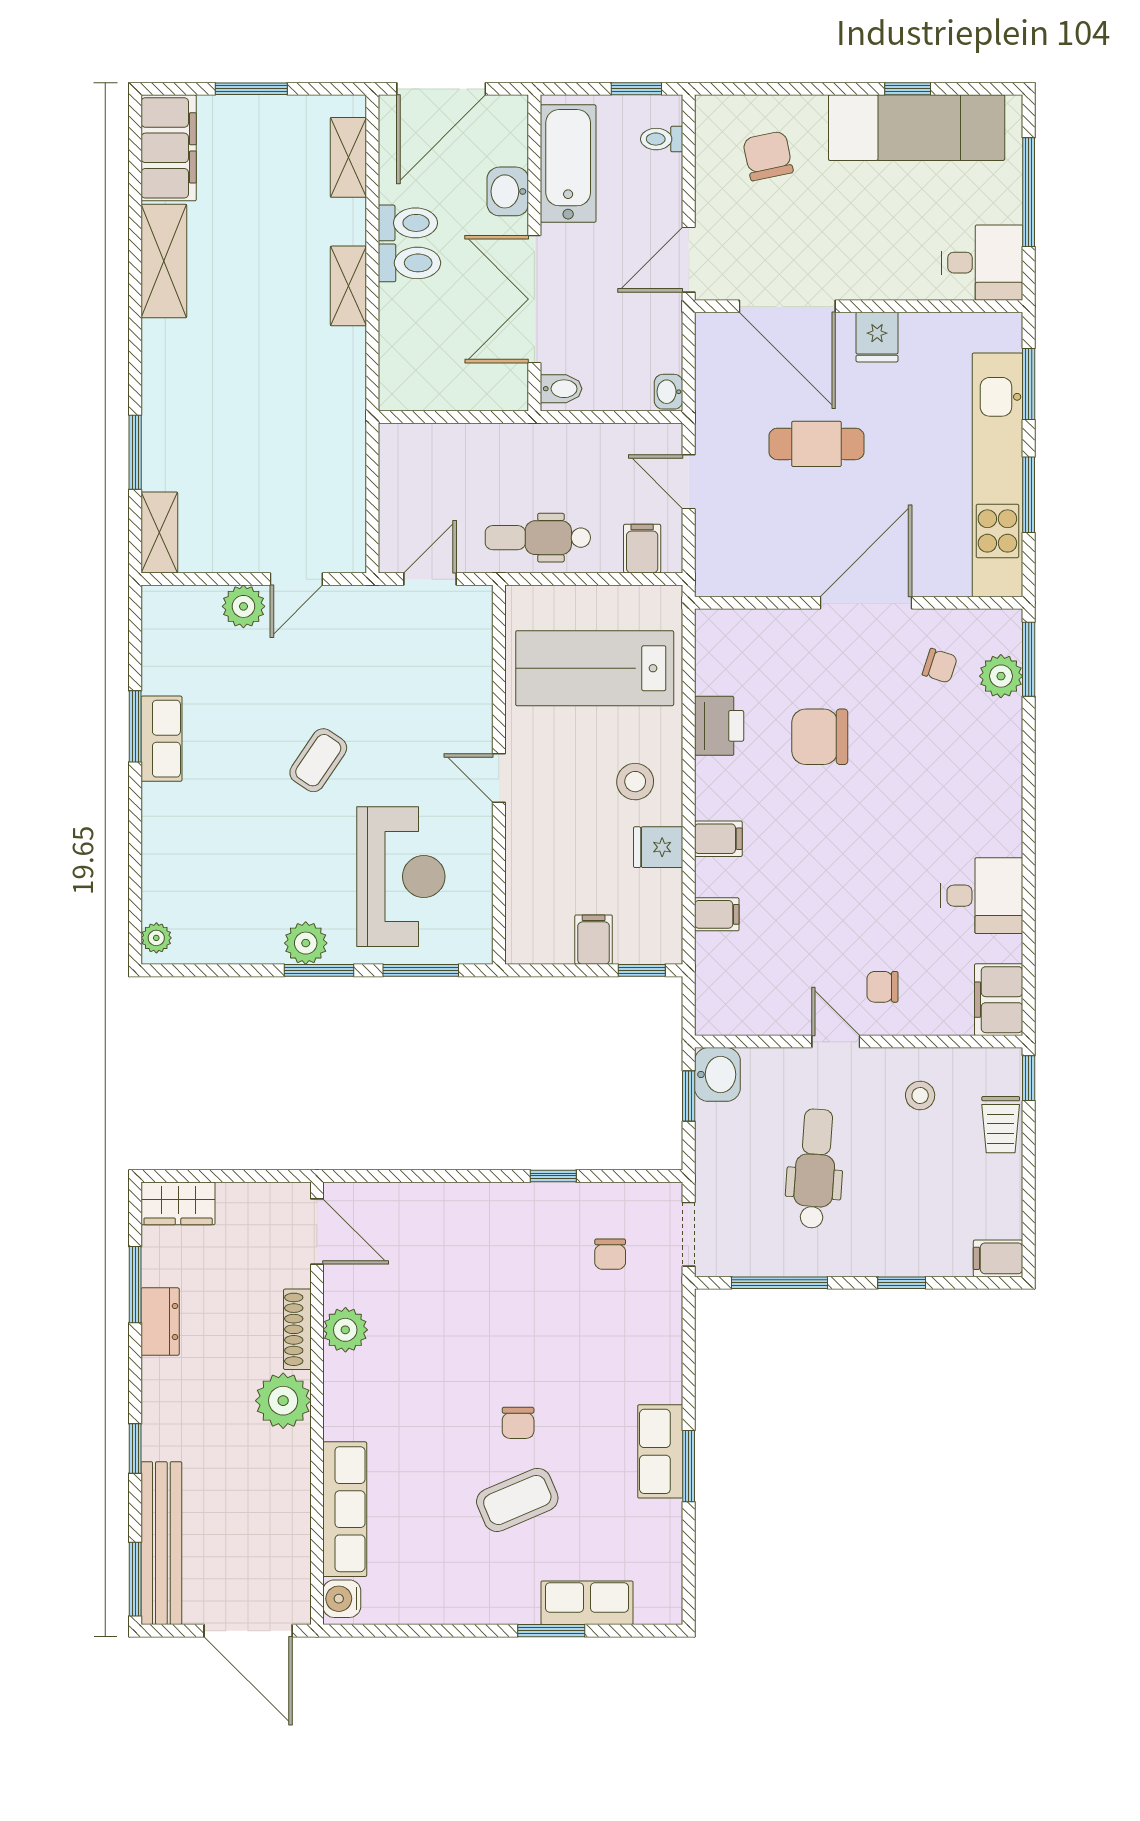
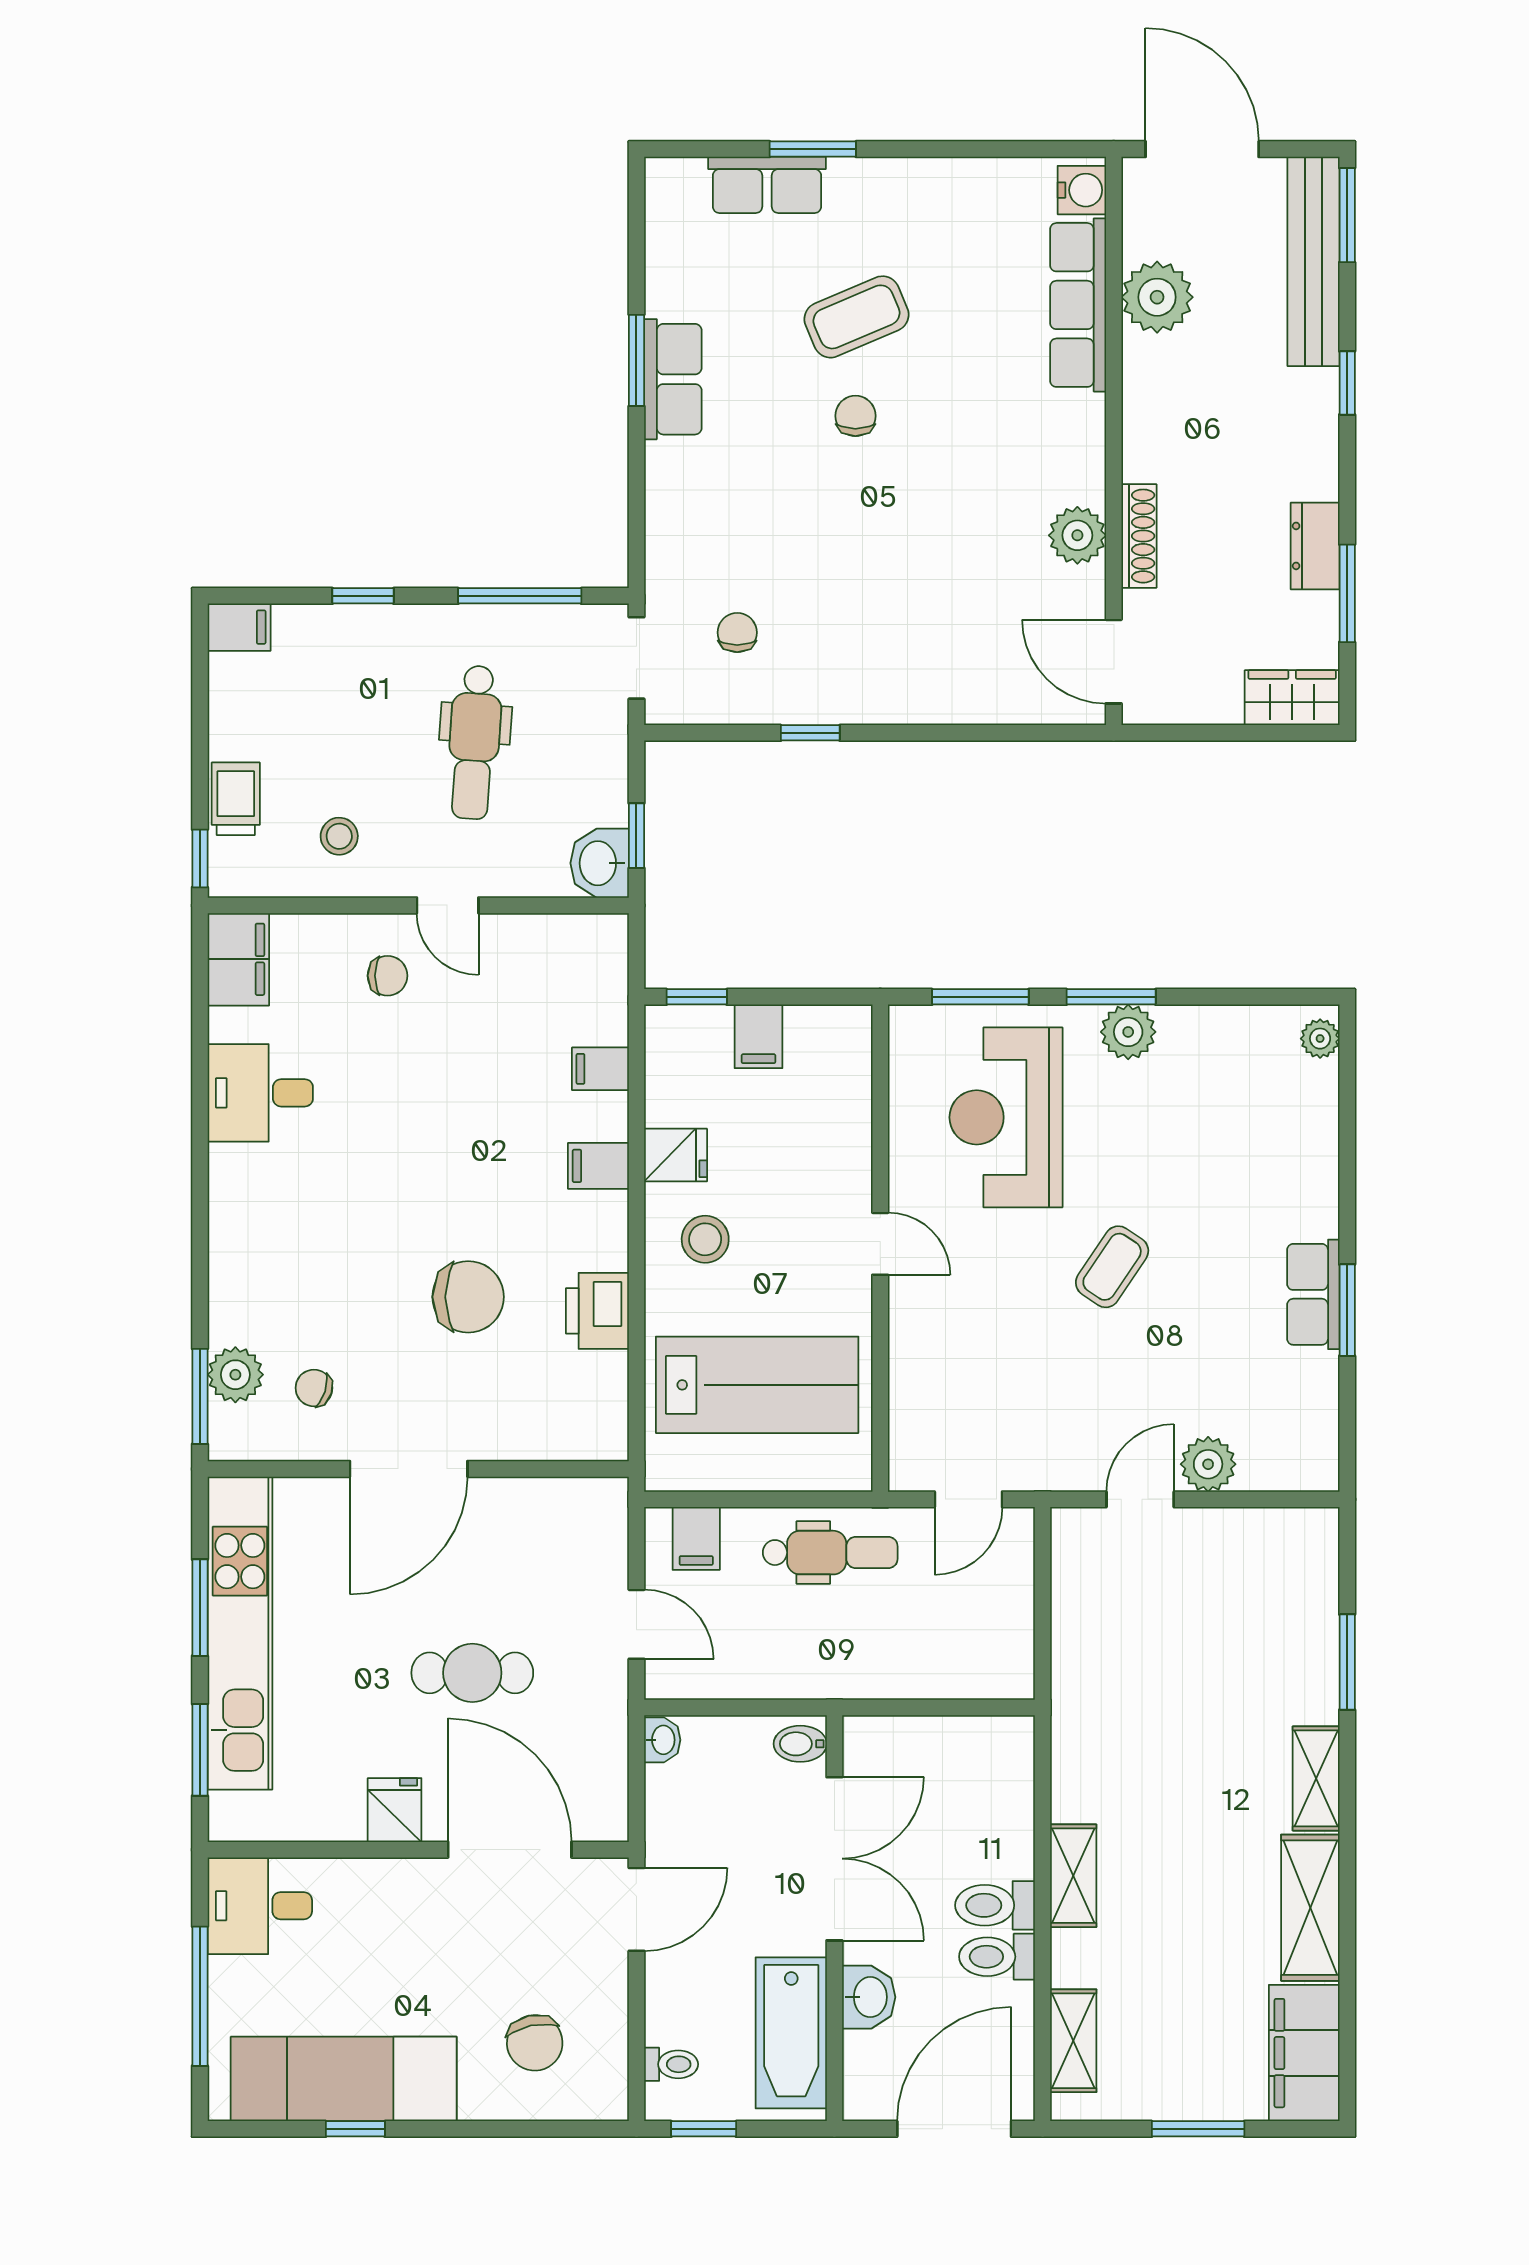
shelving: (159, 533) -> (1316, 1778), moved
plant: (283, 1401) -> (1157, 297), moved

